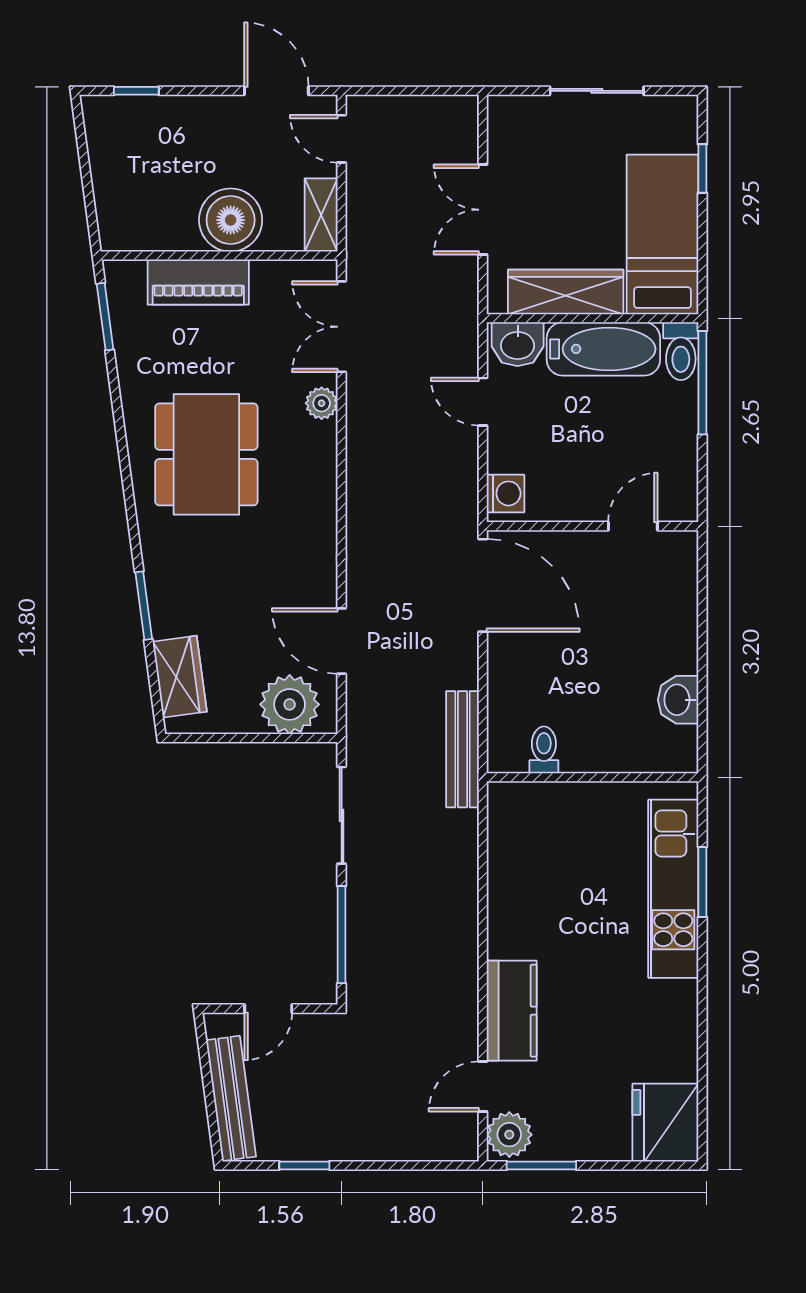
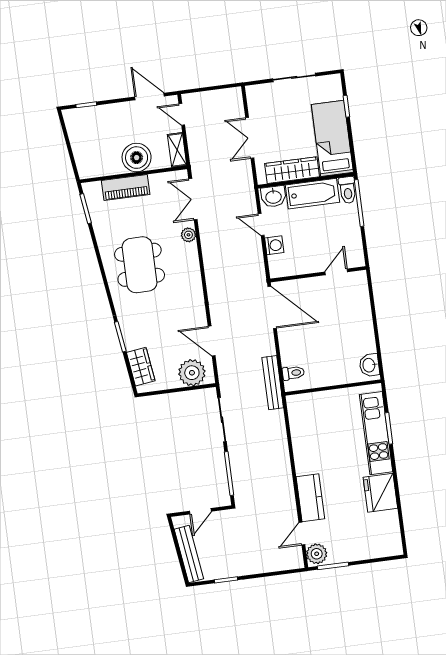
washing machine: (505, 493) -> (274, 245), moved
washbasin: (678, 700) -> (369, 365), moved
toilet: (544, 750) -> (293, 373), moved, turned 90
fridge: (665, 1123) -> (380, 493), moved

